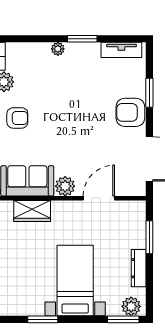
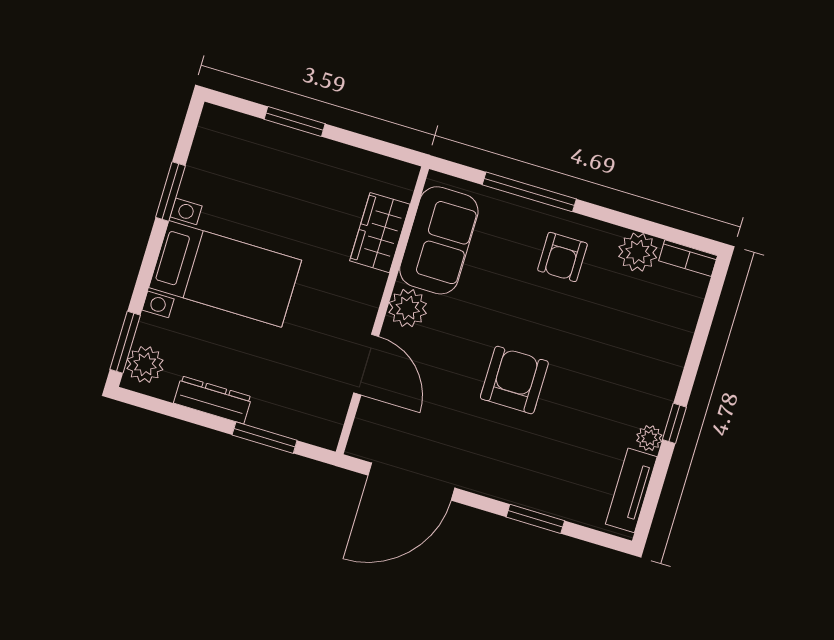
window: (82, 39) -> (674, 423), width x0.67
plant: (58, 49) -> (649, 438), moved
armchair: (130, 112) -> (514, 380), moved

